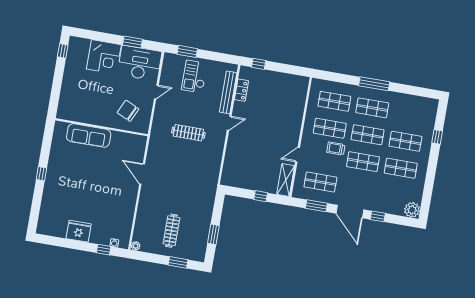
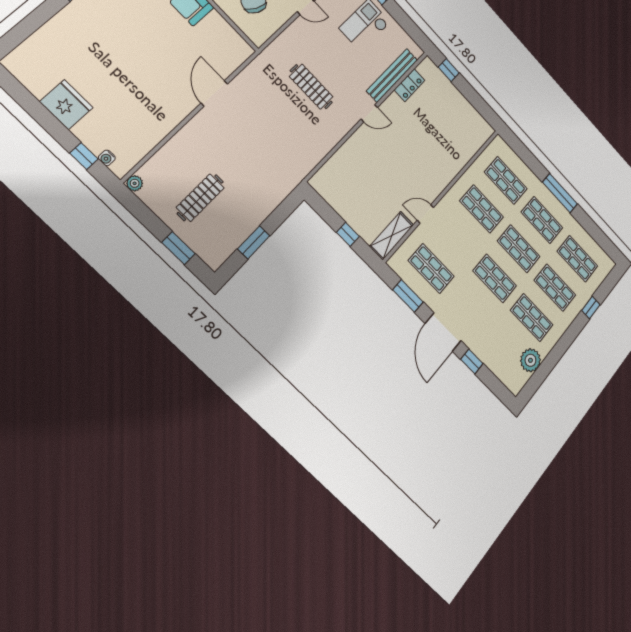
shop shelf: (410, 114) -> (577, 259), added
trolley: (336, 148) -> (474, 239), removed
plant: (412, 210) -> (530, 360), moved

